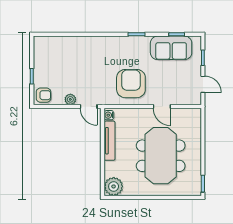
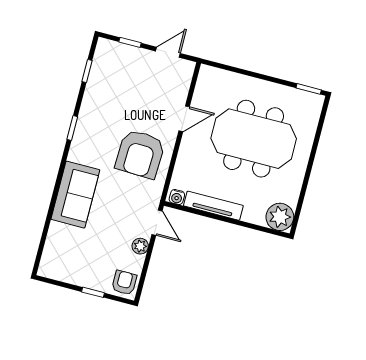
sofa: (171, 48) -> (75, 195), moved
armchair: (131, 84) -> (140, 154), turned -88
door: (89, 107) -> (157, 223), hinge flipped

